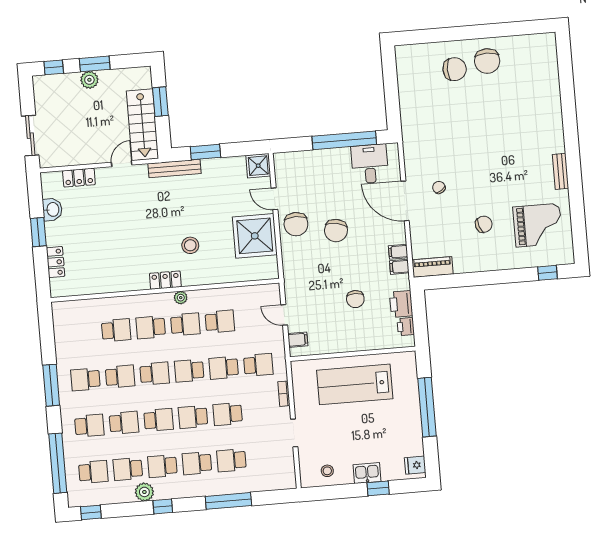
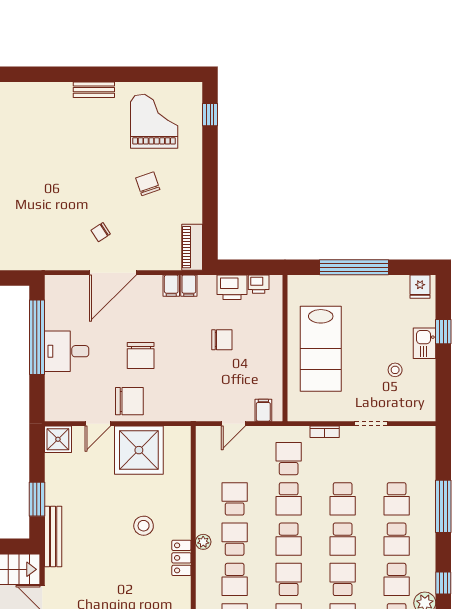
desk: (370, 164) -> (67, 351), moved
chair: (336, 231) -> (141, 355), turned 79
stool: (327, 471) -> (395, 370), moved

